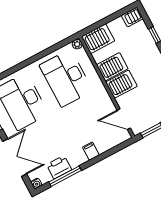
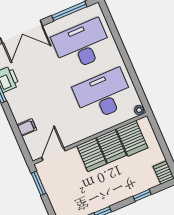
server rack: (98, 39) -> (132, 138), moved
filing cabinet: (91, 151) -> (27, 127), moved

